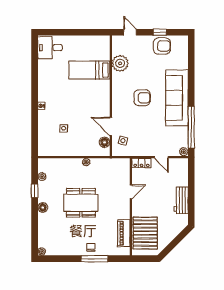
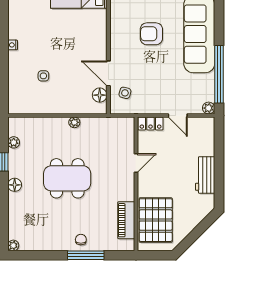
armchair: (142, 98) -> (151, 34), turned 180

